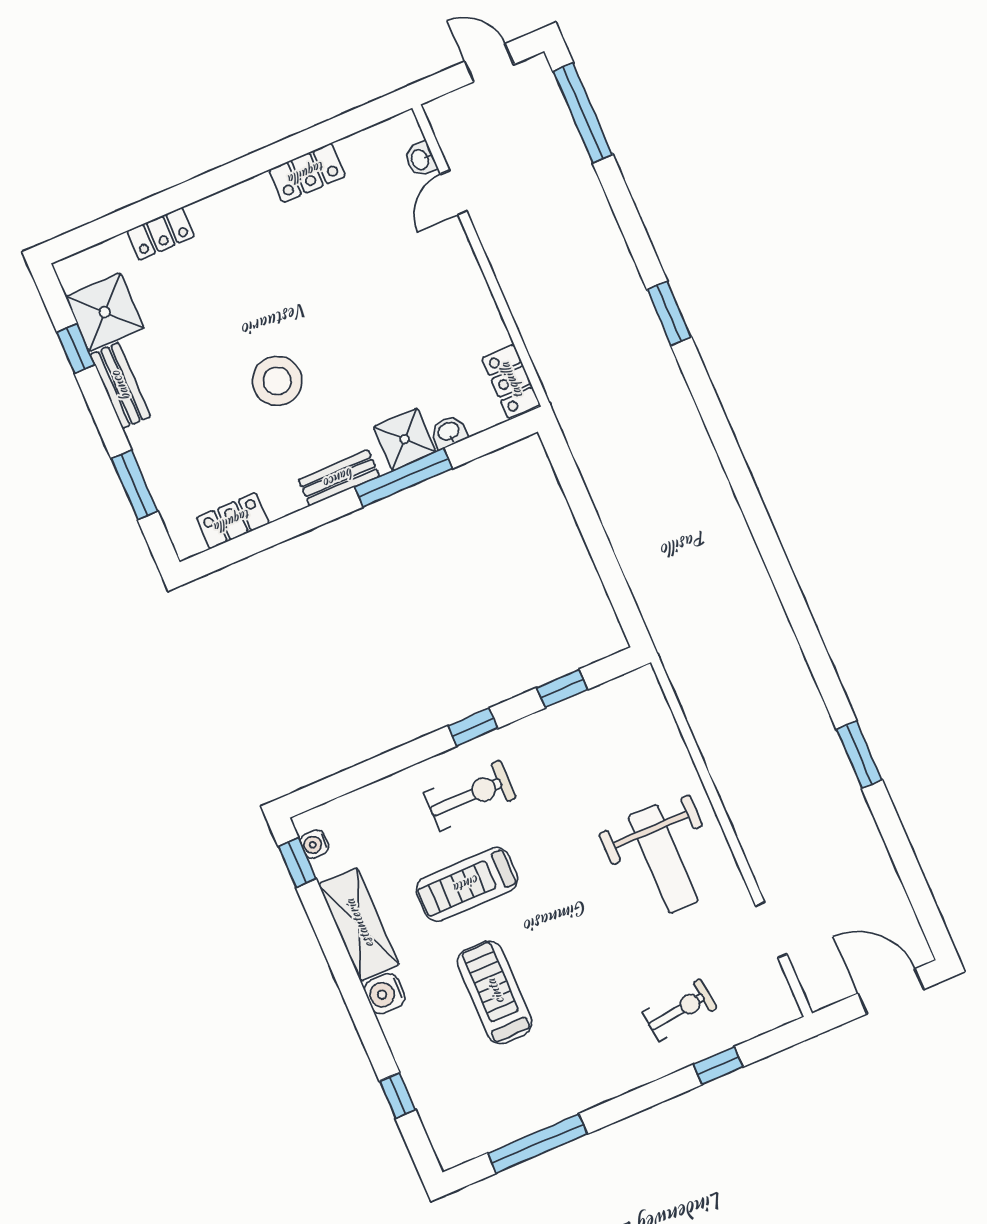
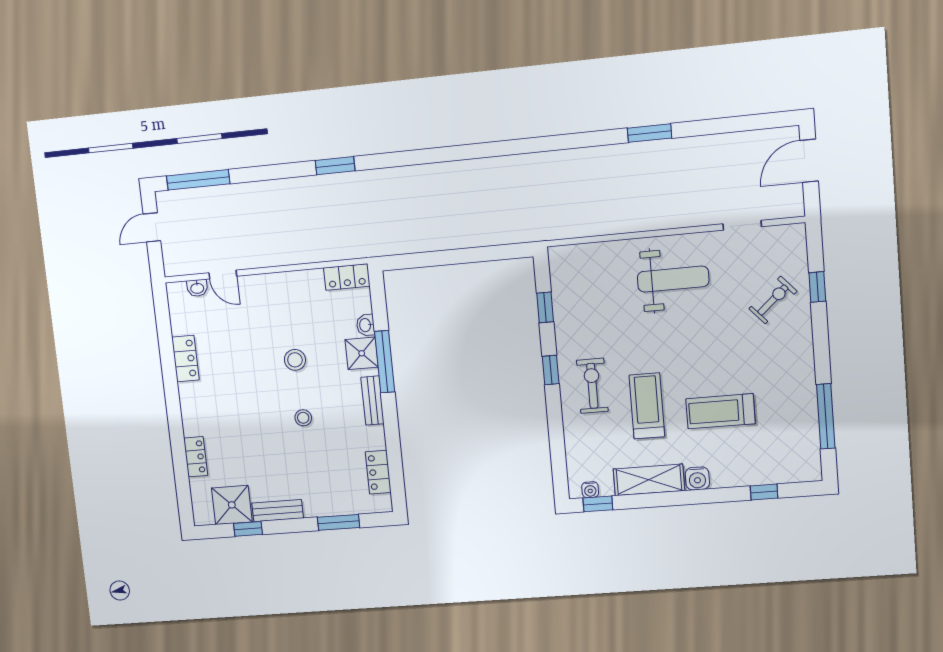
stool: (361, 342) -> (295, 360), added
stool: (277, 381) -> (303, 418), width x0.53, depth x0.53
treadmill: (467, 884) -> (647, 406), turned 180
exercise bike: (679, 1010) -> (773, 300), turned 55

